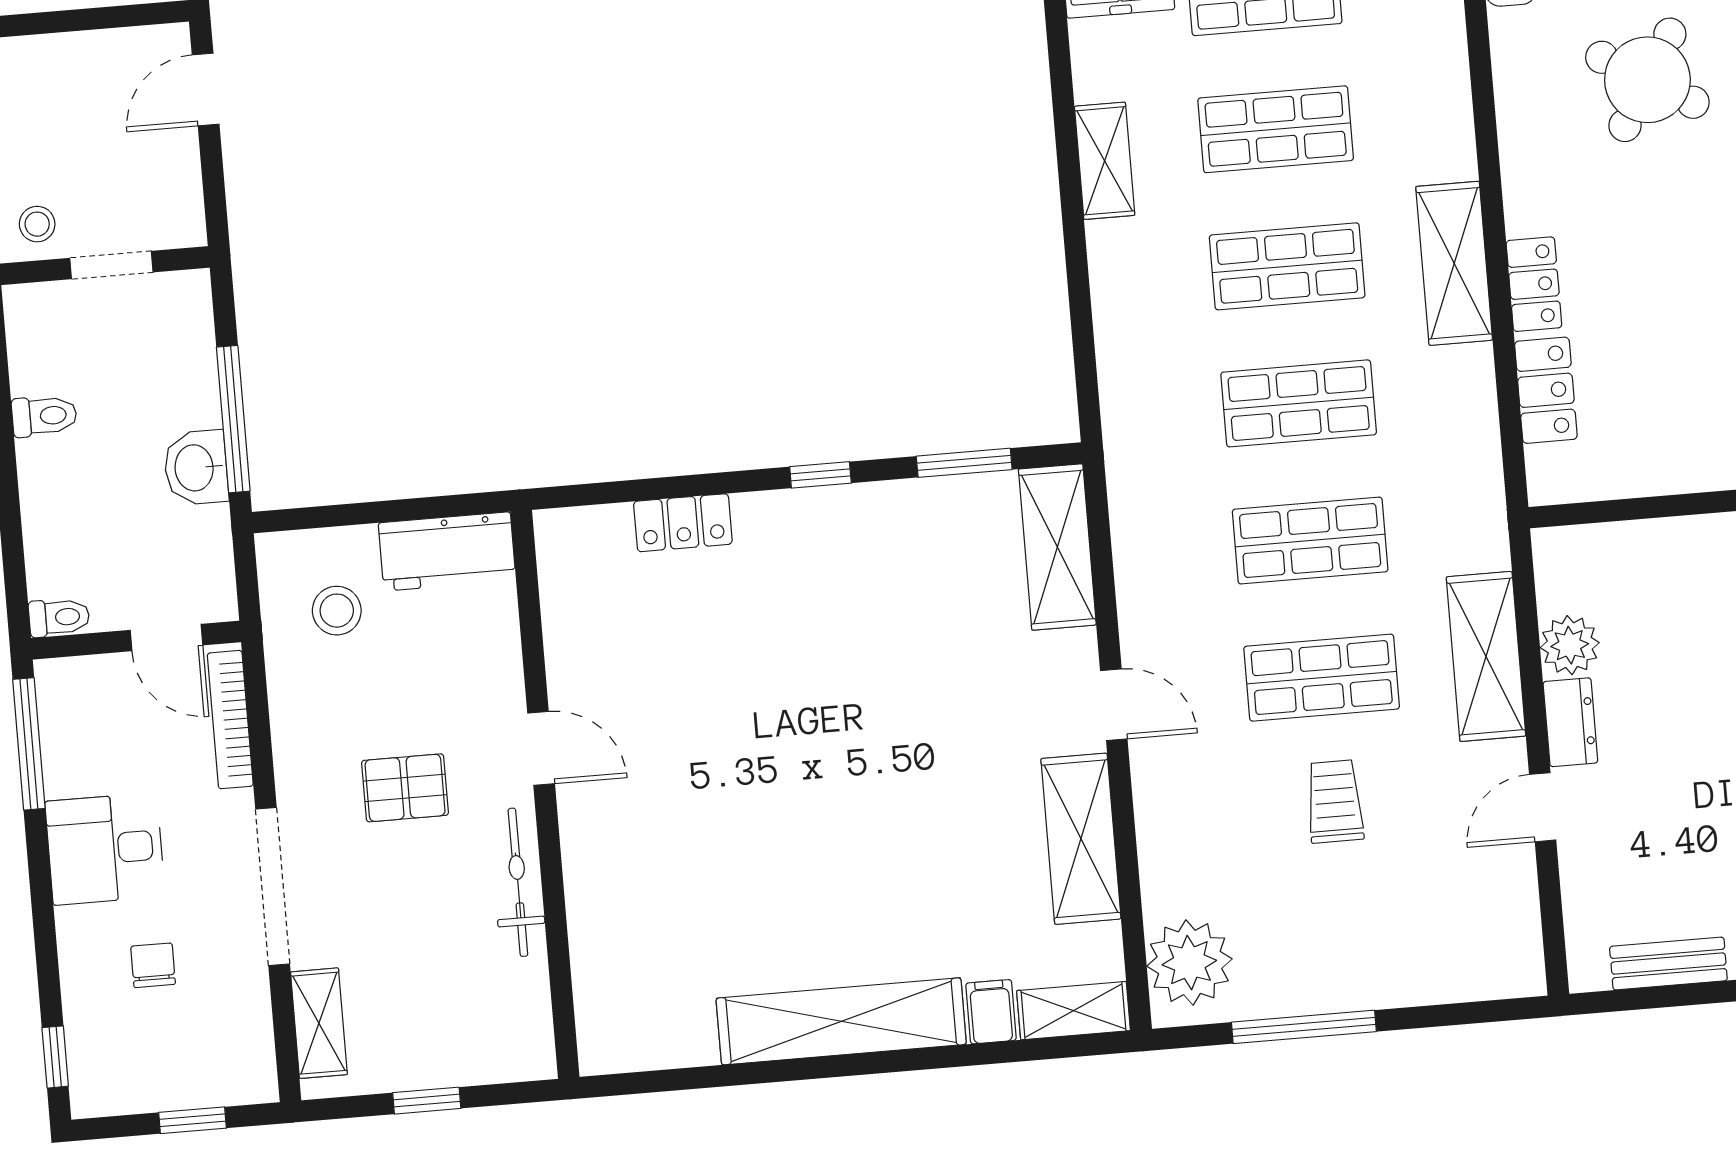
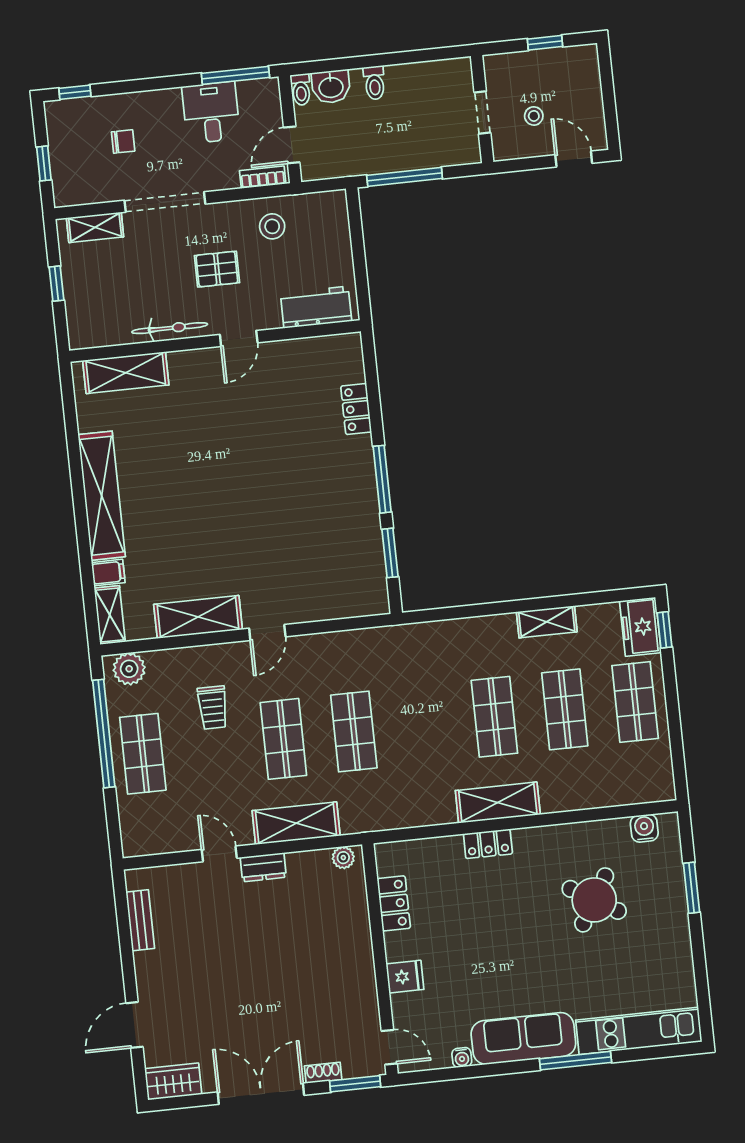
stool: (37, 224) -> (534, 116), moved
locker: (1546, 390) -> (394, 903), moved, turned -90
shop shelf: (1299, 403) -> (143, 754), moved
toilet: (44, 416) -> (374, 83), moved
washbasin: (196, 468) -> (331, 87), moved, turned 180
window: (820, 475) -> (382, 479), width x2.17
shelving: (1057, 547) -> (126, 373), moved
workbench: (447, 551) -> (316, 307), moved, turned 90
stool: (337, 611) -> (272, 226), moved
plant: (1570, 645) -> (343, 858), moved, width x0.73, depth x0.73
bookcase: (230, 720) -> (263, 177), width x0.64
pallet: (405, 788) -> (217, 269), turned 90
trolley: (1335, 801) -> (213, 708), moved, turned 90
desk: (105, 849) -> (211, 113), moved
plant: (1189, 963) -> (129, 669), width x0.73, depth x0.73
window: (1304, 1027) -> (104, 734), width x1.46

